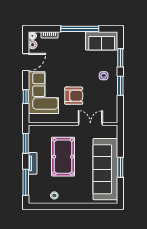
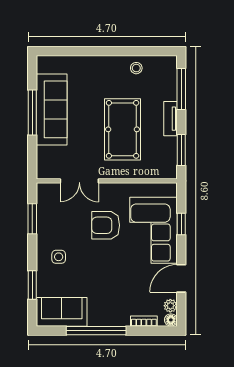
window: (120, 86) -> (32, 219), moved
window: (120, 167) -> (32, 112), width x1.44
sofa: (105, 169) -> (52, 109), width x0.74, depth x0.79

